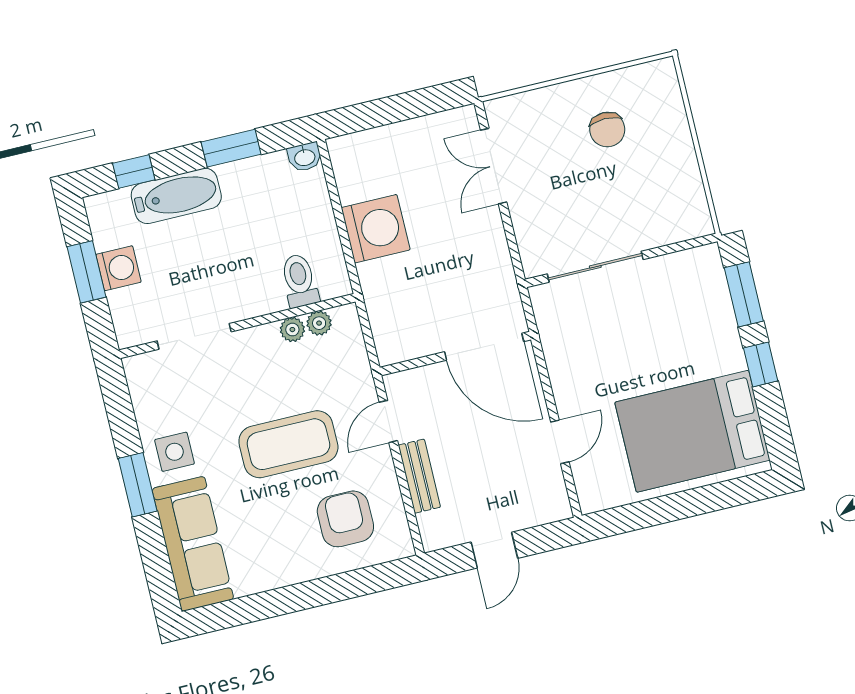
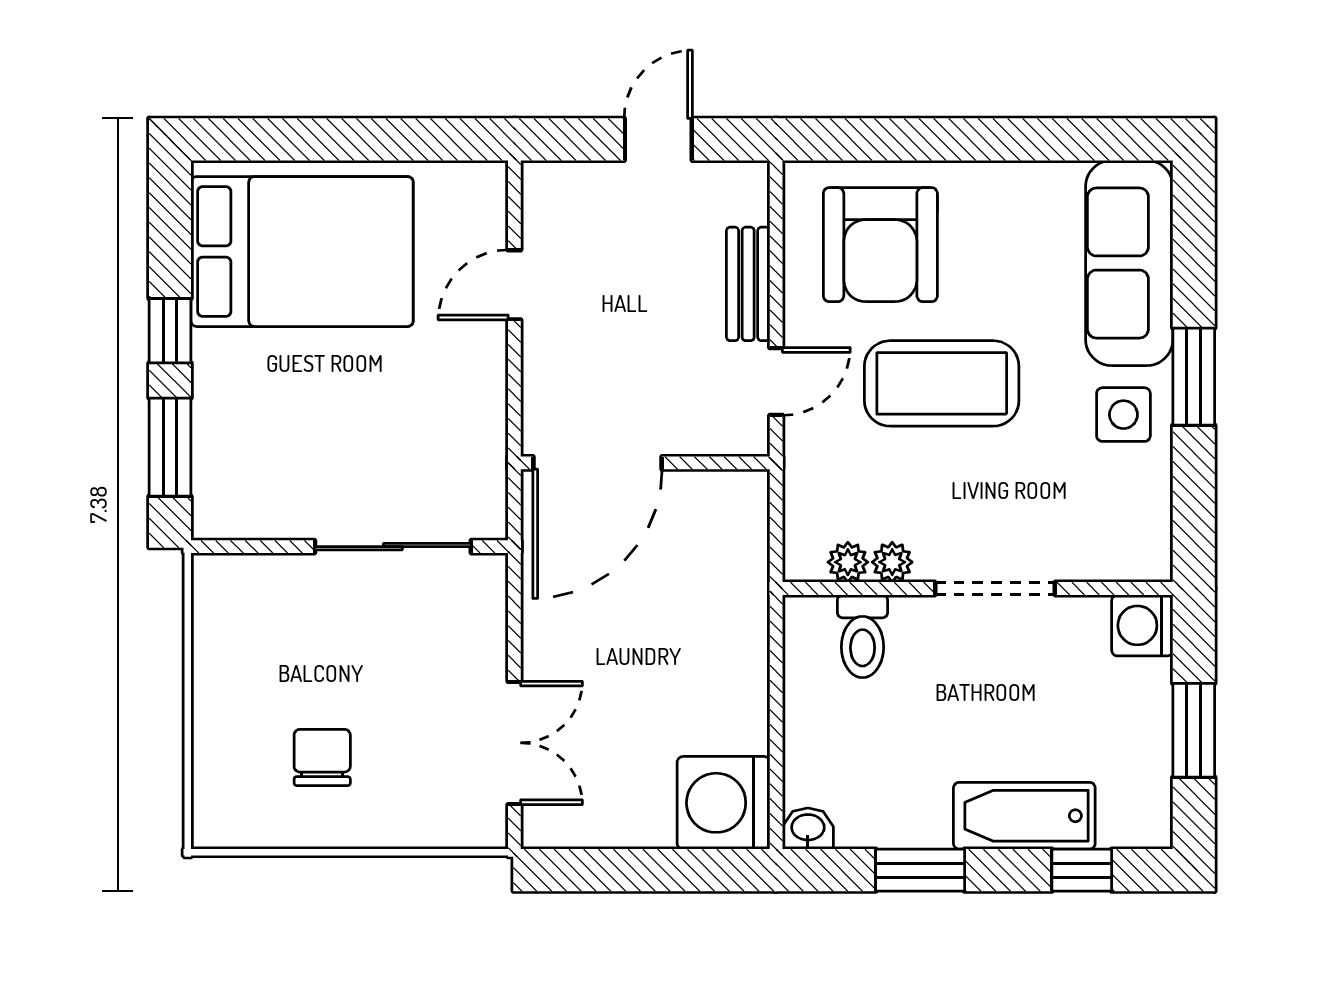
washing machine: (376, 229) -> (724, 803), moved
washing machine: (118, 268) -> (1142, 625), moved
doorway: (194, 336) -> (995, 589), moved
door: (484, 347) -> (598, 463), swing flipped
armchair: (345, 519) -> (880, 245), width x1.36, depth x1.36

